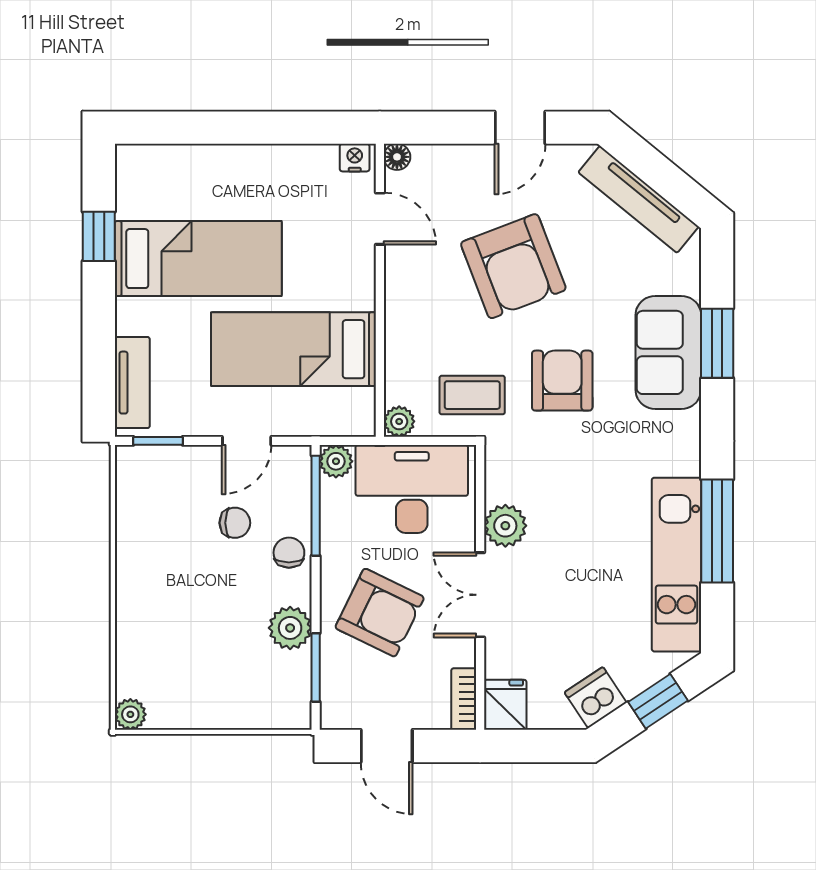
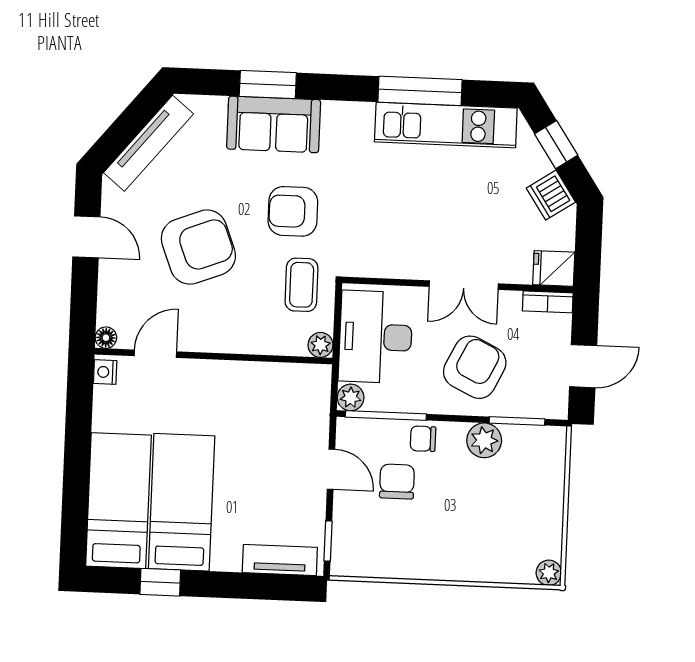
bed: (293, 349) -> (118, 501), moved, turned 180
chair: (235, 523) -> (397, 481), width x1.37, depth x1.37
plant: (505, 526) -> (409, 262), removed

